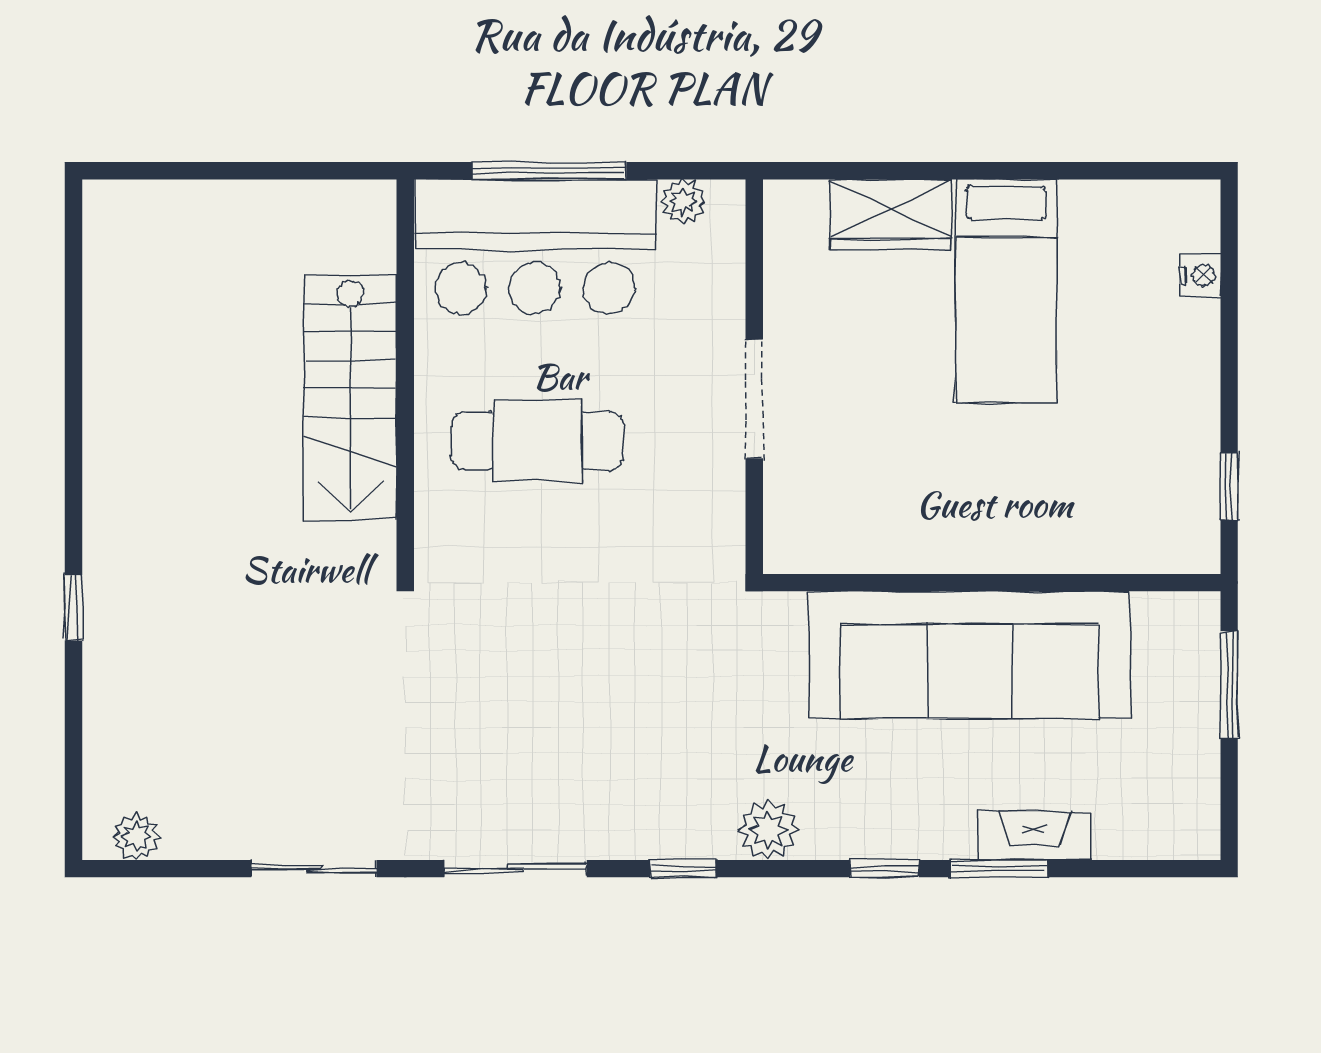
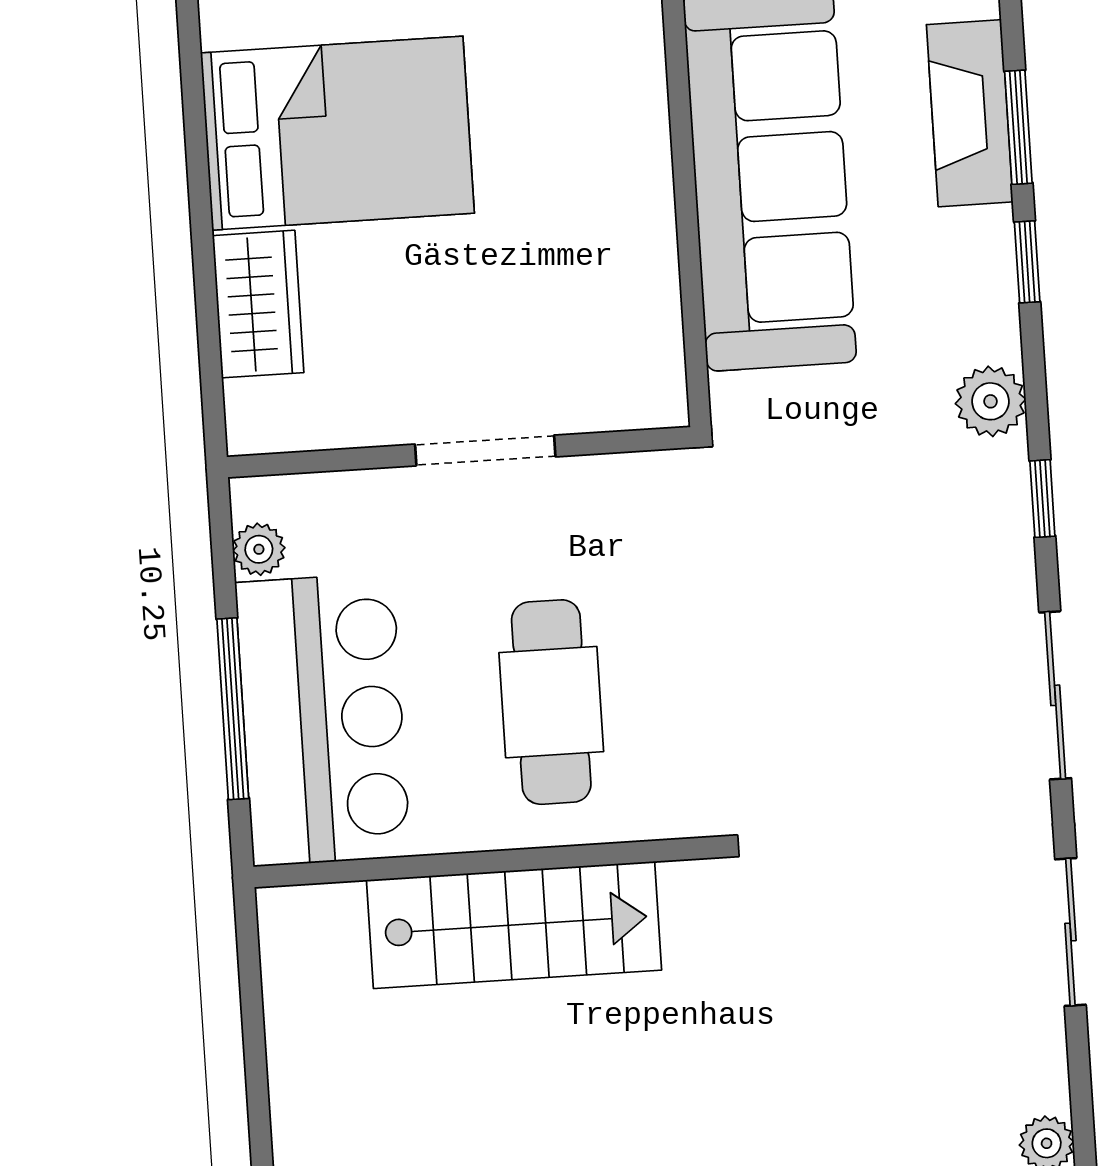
bed: (1006, 291) -> (337, 133), width x1.50
fireplace: (1035, 836) -> (970, 113), width x1.37, depth x1.32

